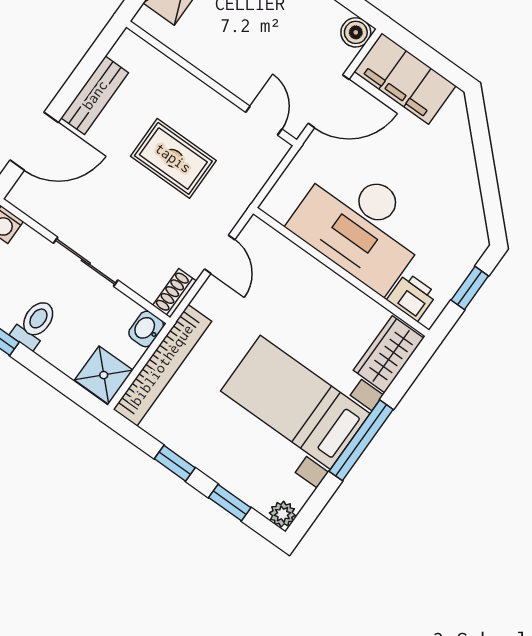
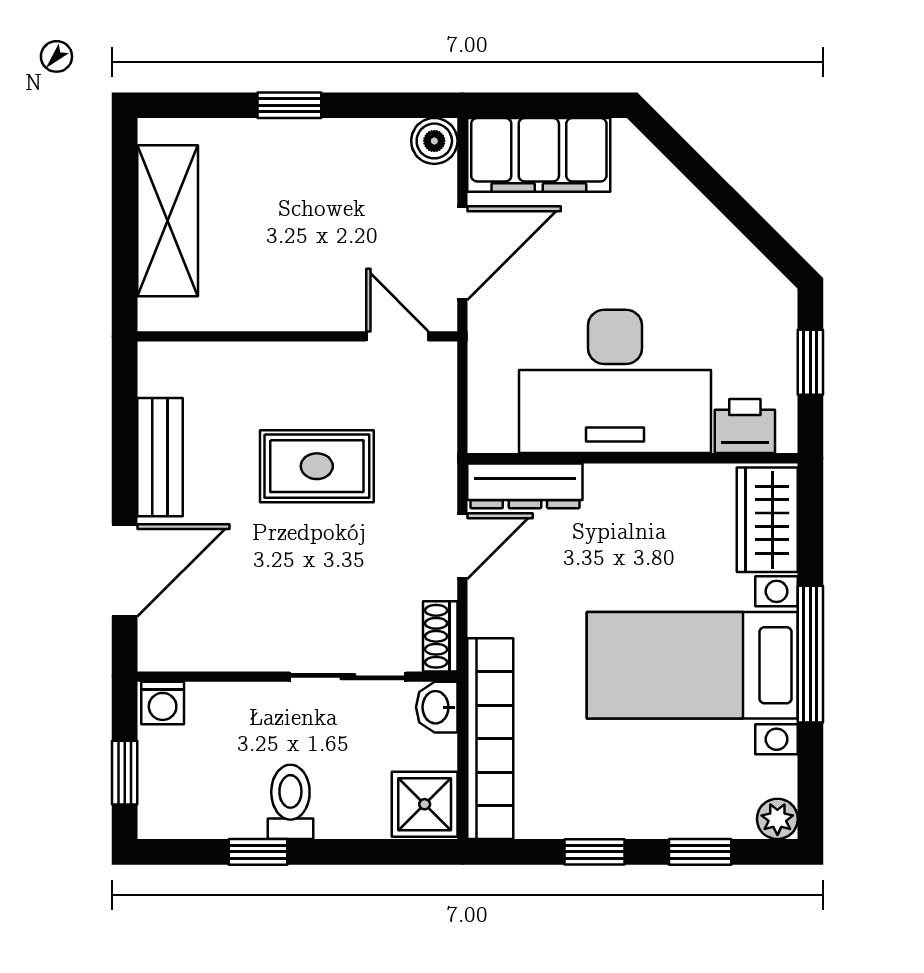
dresser: (275, 246) -> (525, 486), added
door: (220, 254) -> (462, 546), hinge flipped
sliding door: (86, 262) -> (348, 677), moved

